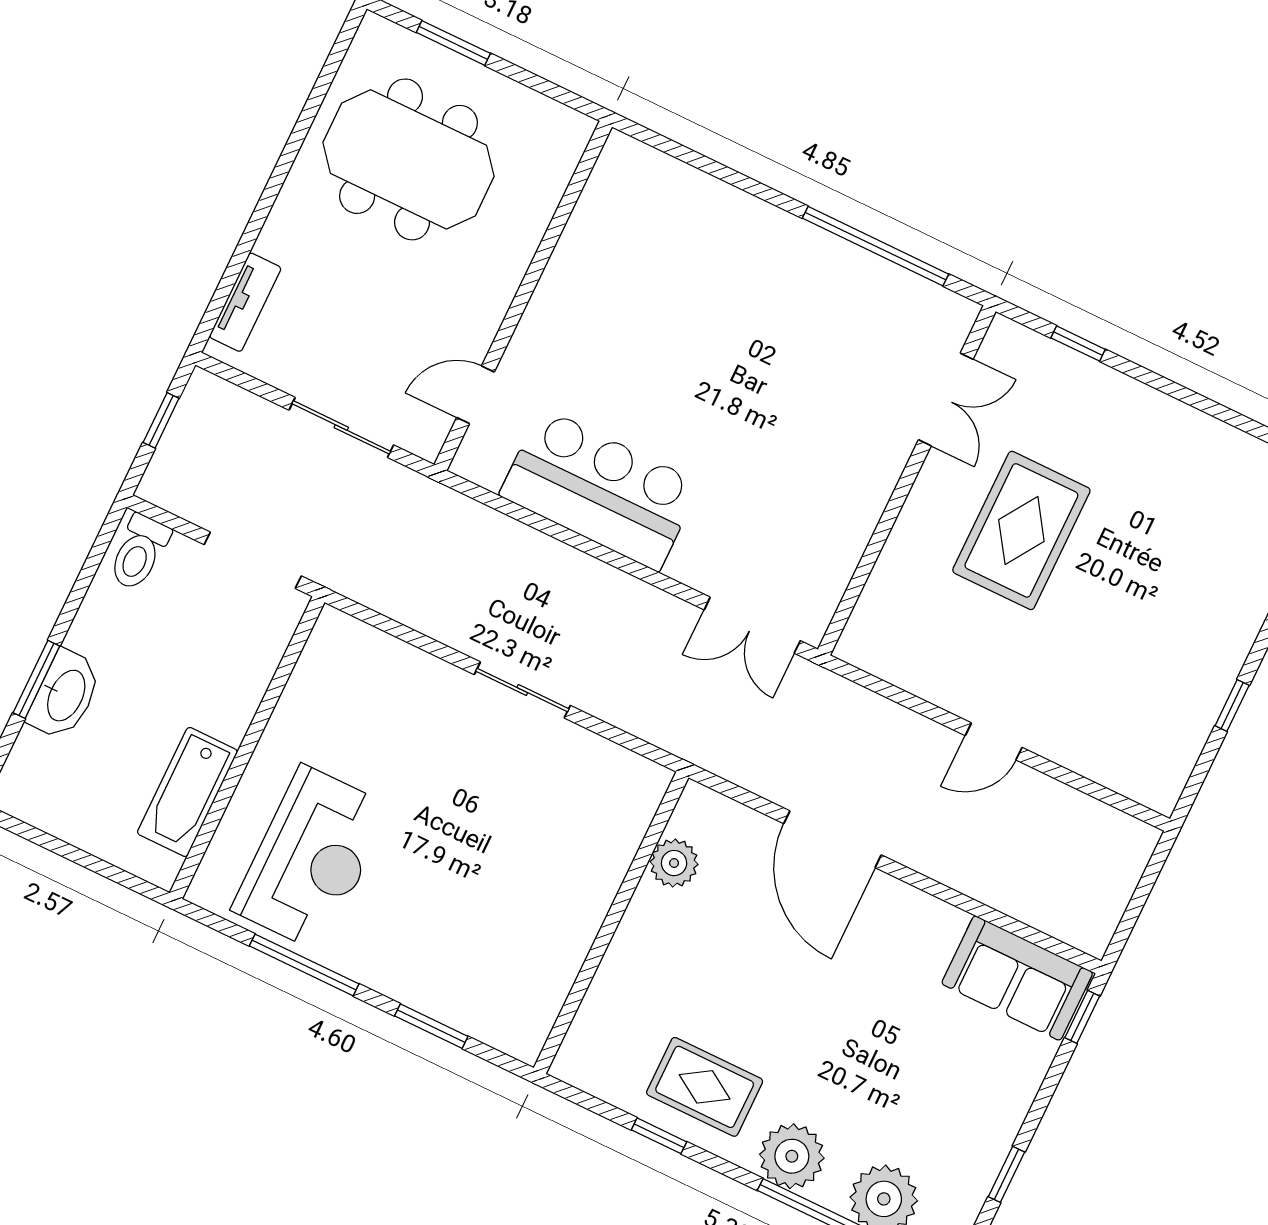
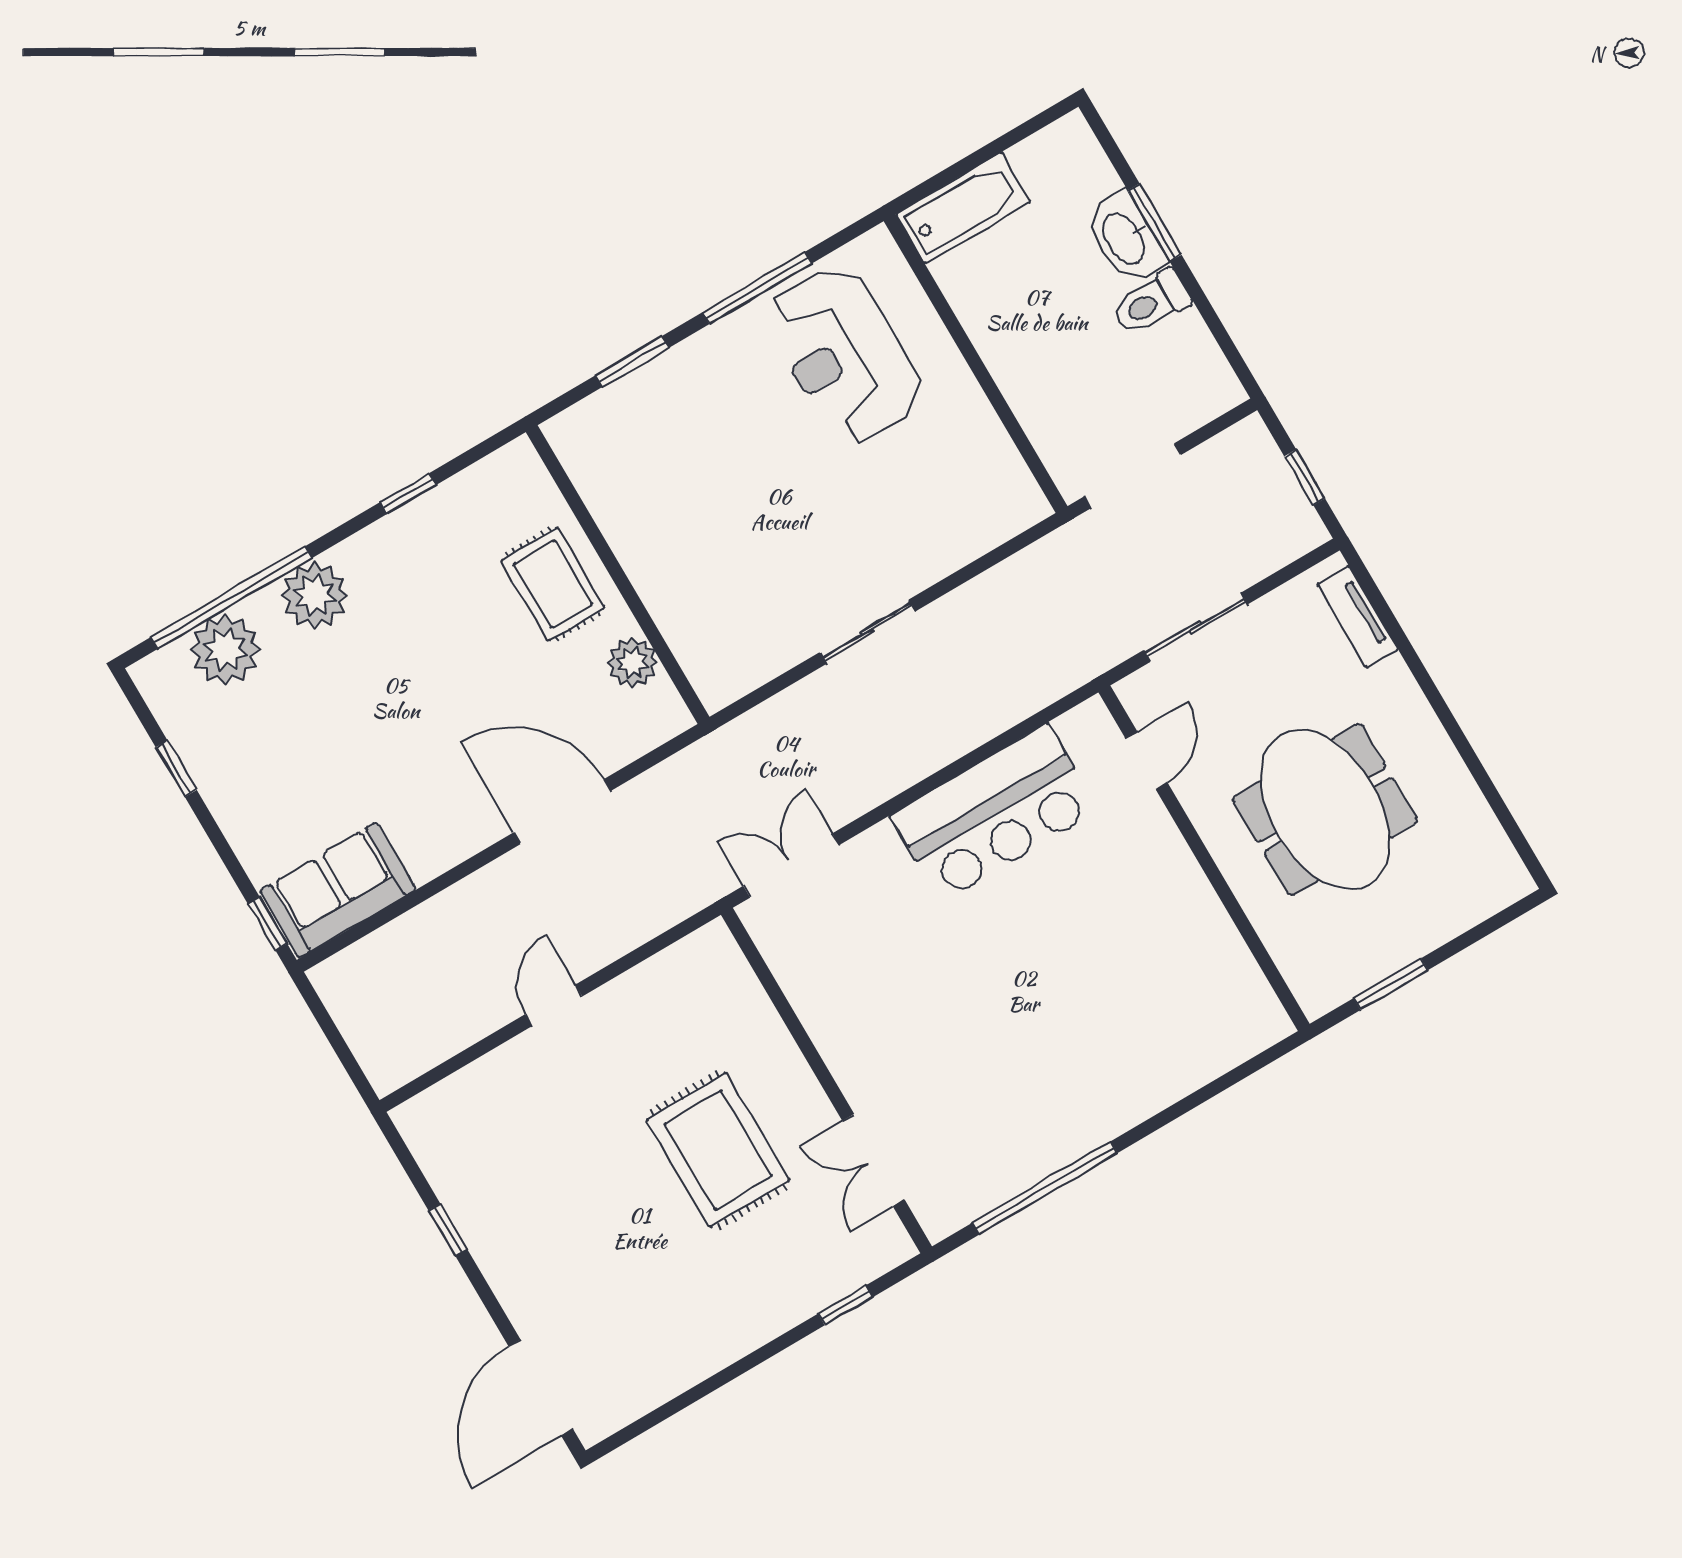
window: (453, 43) -> (1391, 984), moved
meeting table: (409, 159) -> (1325, 810), moved, turned 90
toilet: (139, 552) -> (1151, 303), moved, turned -90
bathtub: (187, 792) -> (963, 208), moved, turned 90
rug: (705, 1087) -> (553, 584), moved, turned 90

